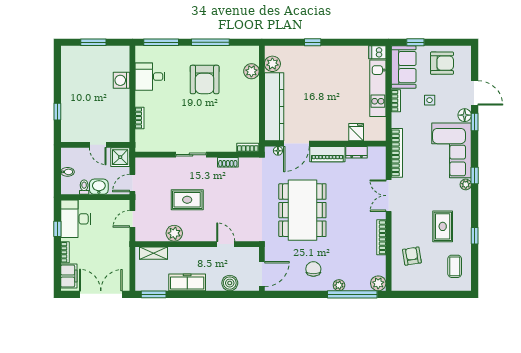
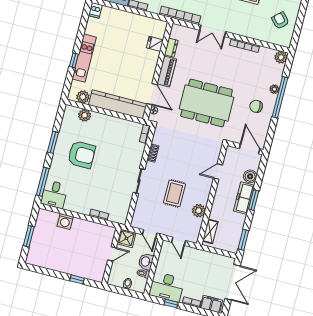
window: (210, 42) -> (53, 142), width x0.69
desk: (150, 77) -> (54, 194), moved
kitchen unit: (378, 88) -> (84, 58), moved, turned -90
armchair: (412, 256) -> (280, 21), moved, turned 57
freezer: (187, 282) -> (244, 198), moved
double door: (101, 294) -> (233, 282), swing flipped
window: (203, 294) -> (254, 200), added
window: (352, 294) -> (280, 97), moved

